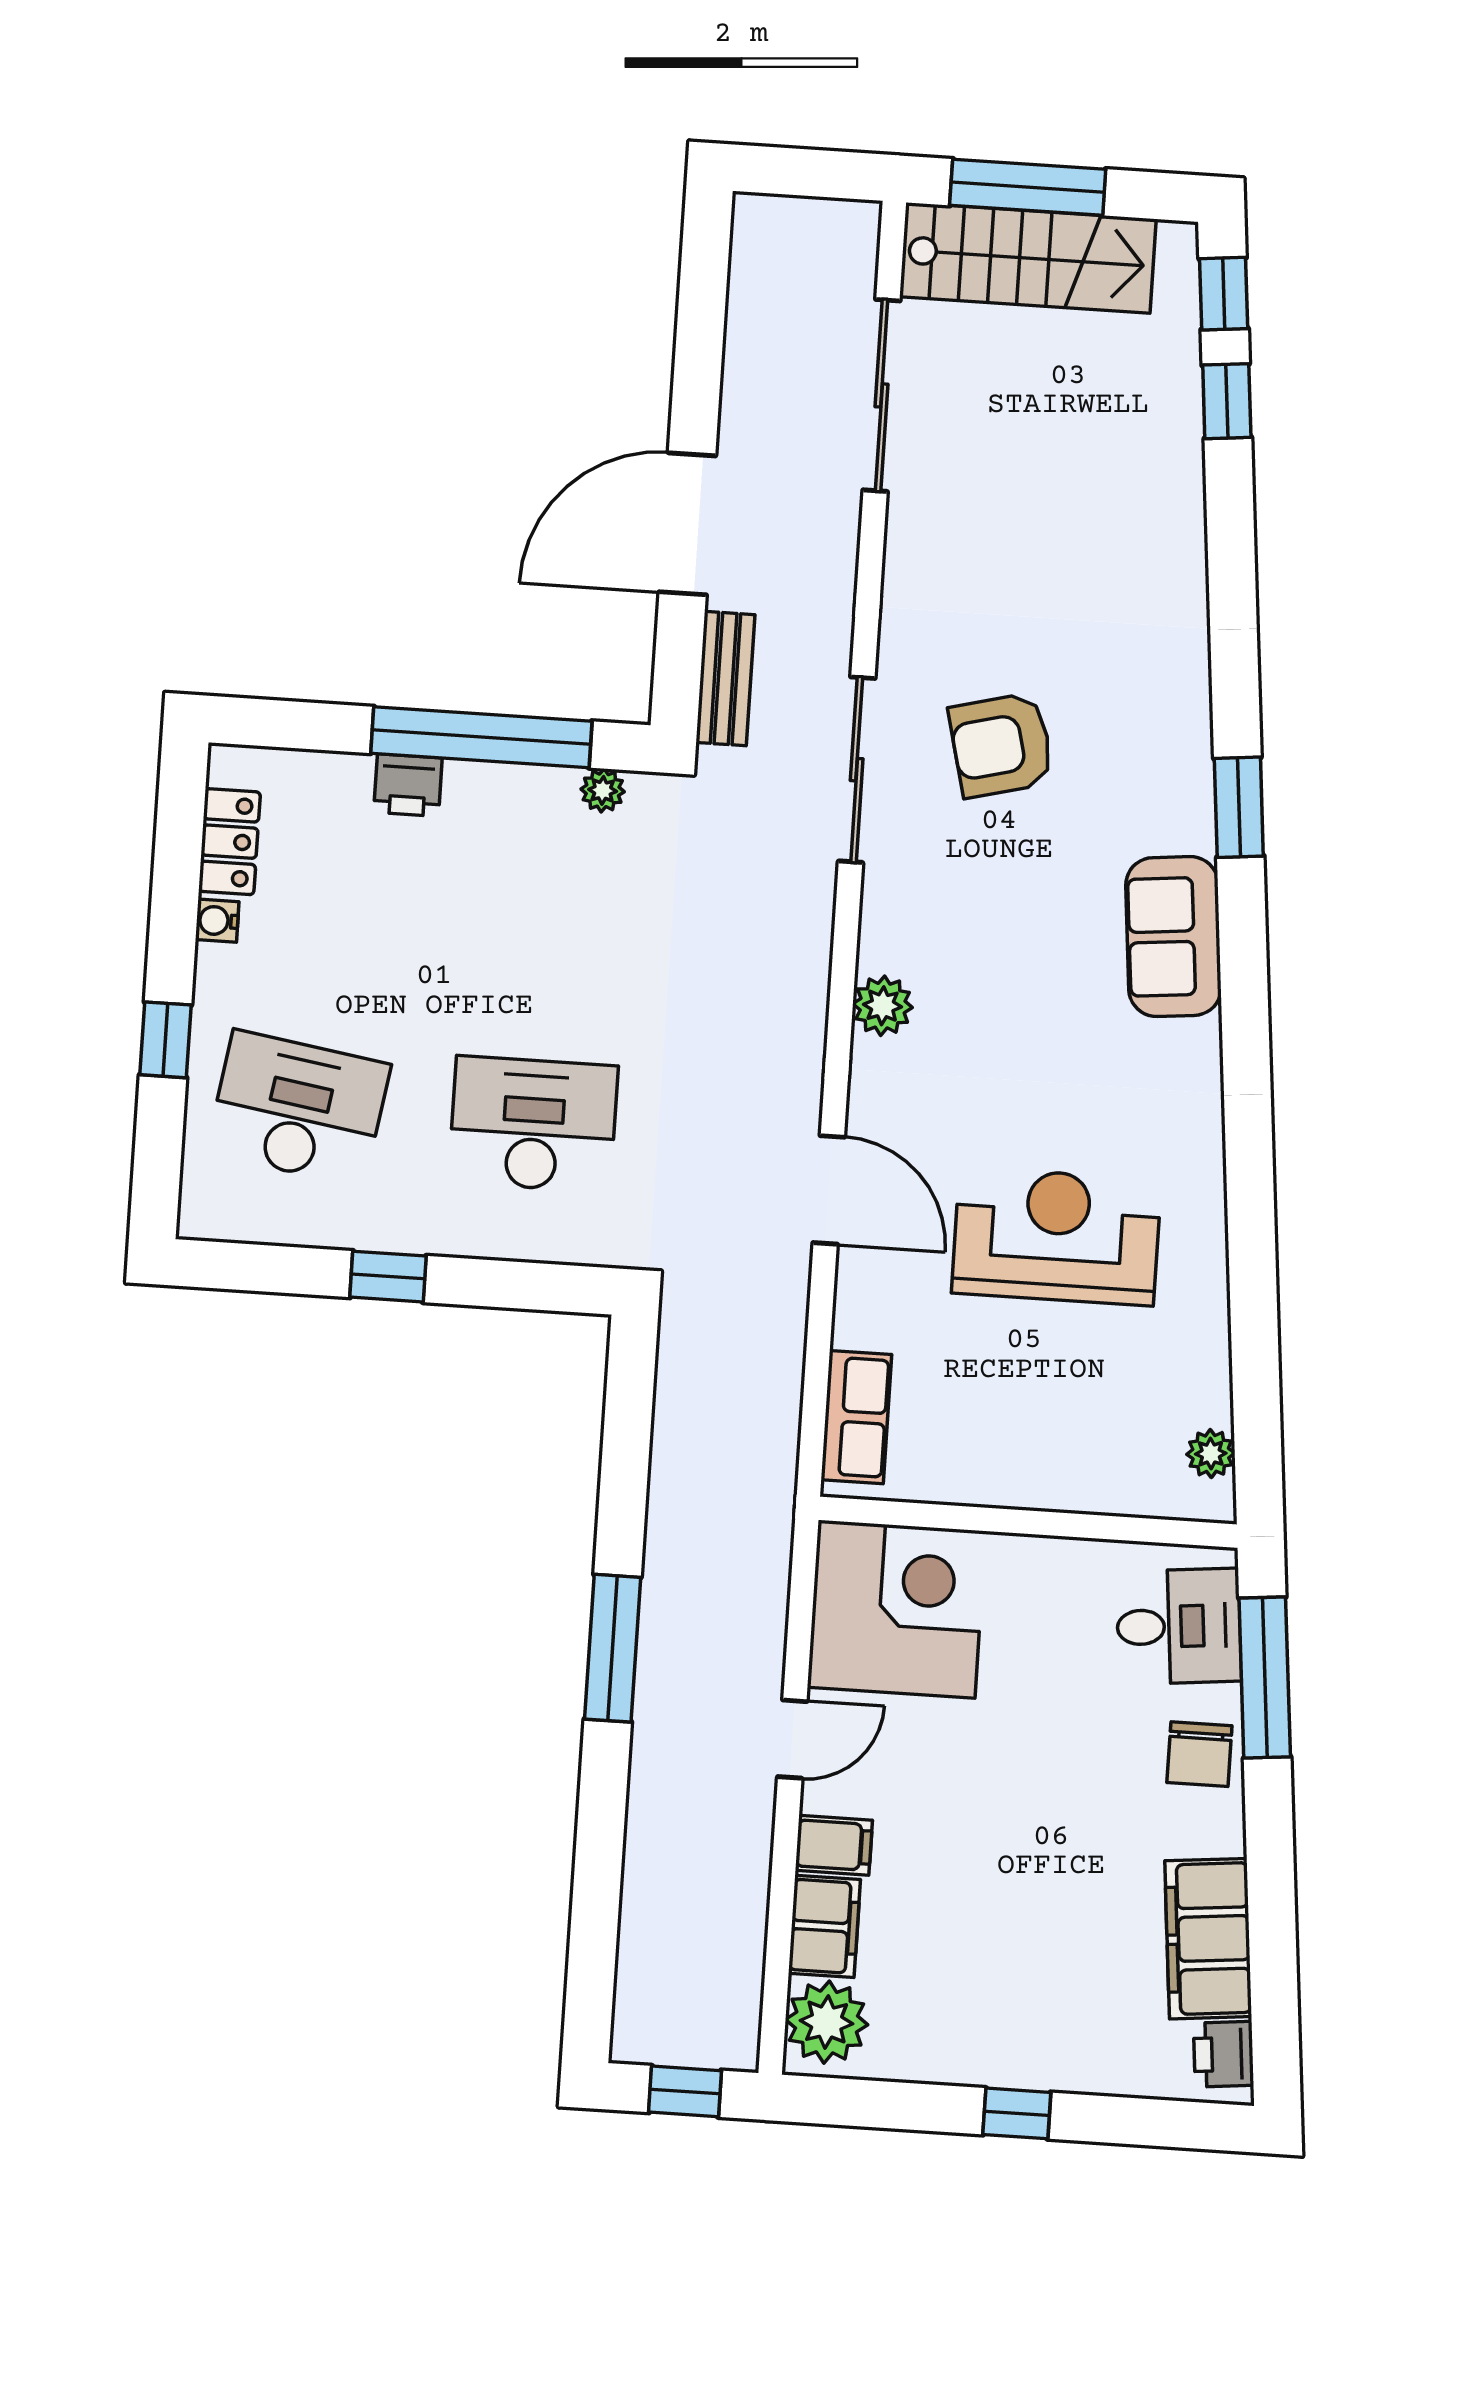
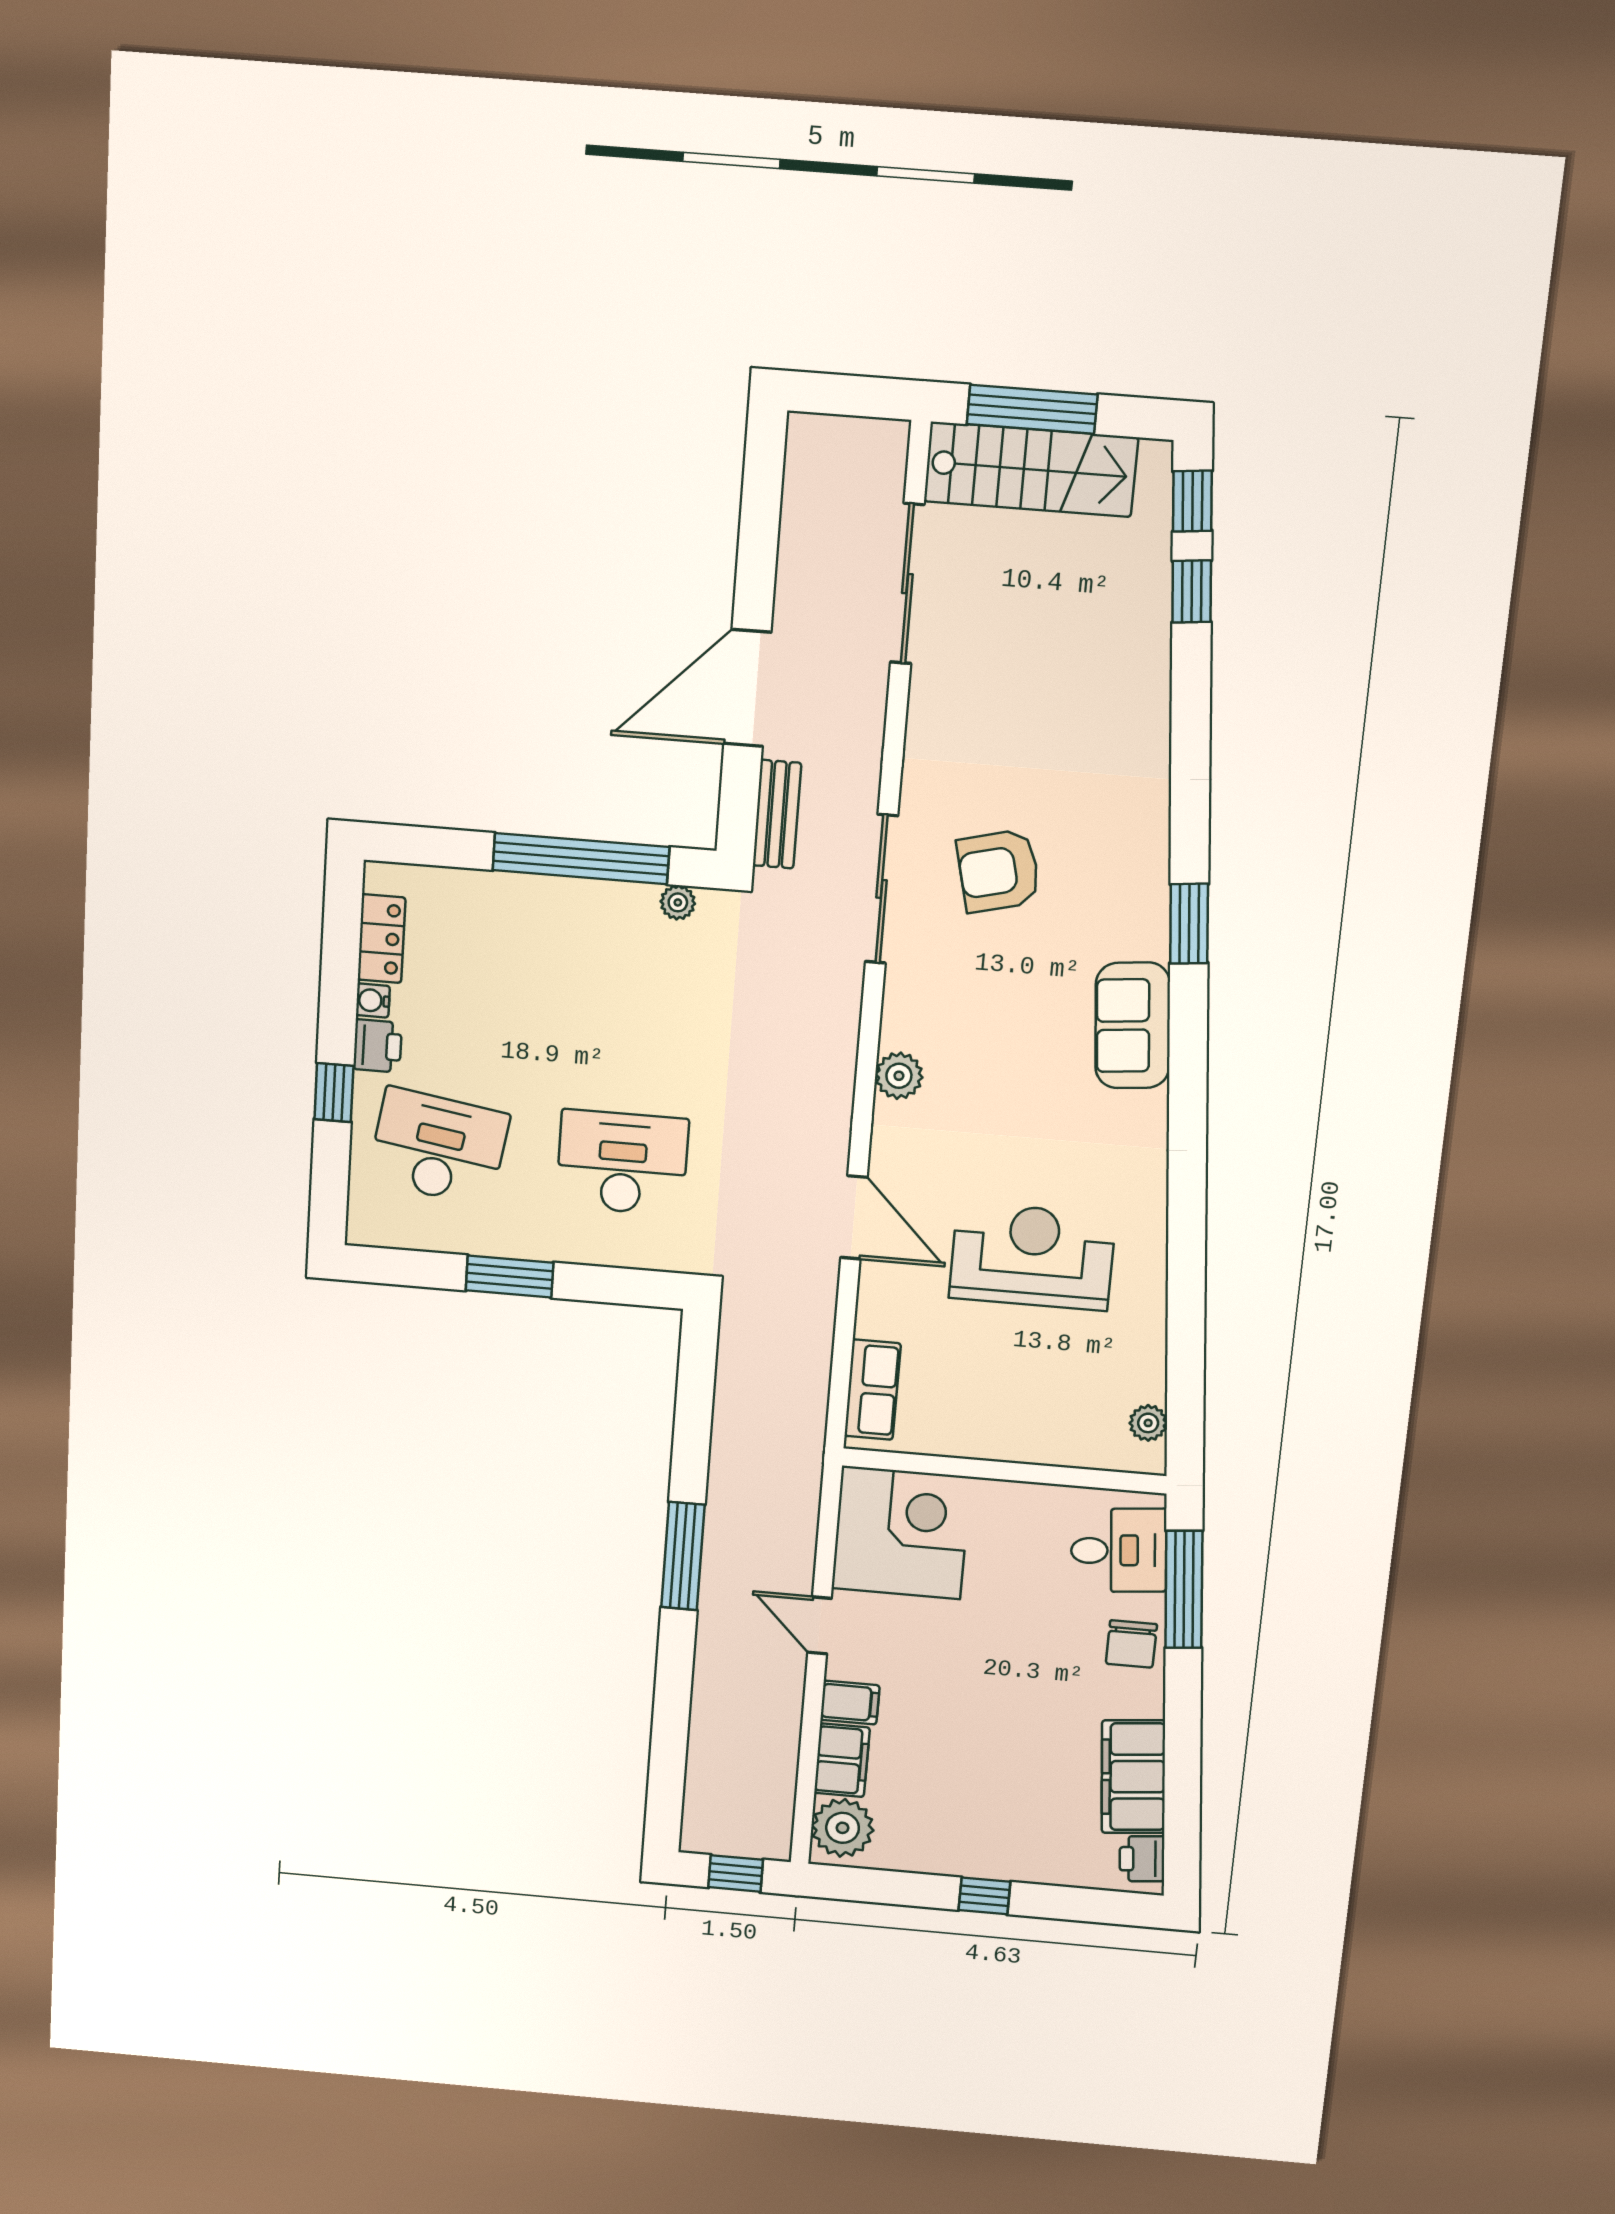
printer: (408, 785) -> (378, 1046), moved, turned -90
window: (388, 1277) -> (509, 1277), width x1.50
door: (792, 1739) -> (820, 1625), swing flipped

